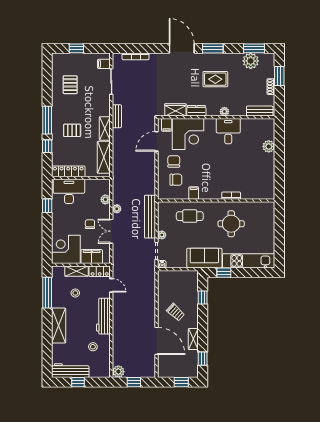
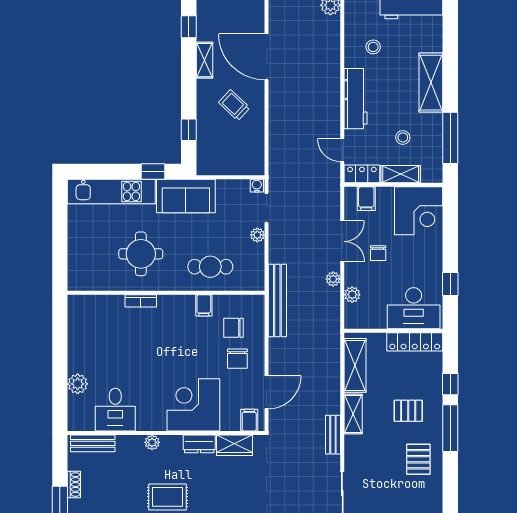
pallet: (70, 85) -> (418, 459), moved
desk: (228, 131) -> (115, 410), moved
corner desk: (188, 134) -> (193, 405), moved
bench: (150, 217) -> (277, 300), moved
filing cabinet: (92, 257) -> (366, 199), width x0.50

